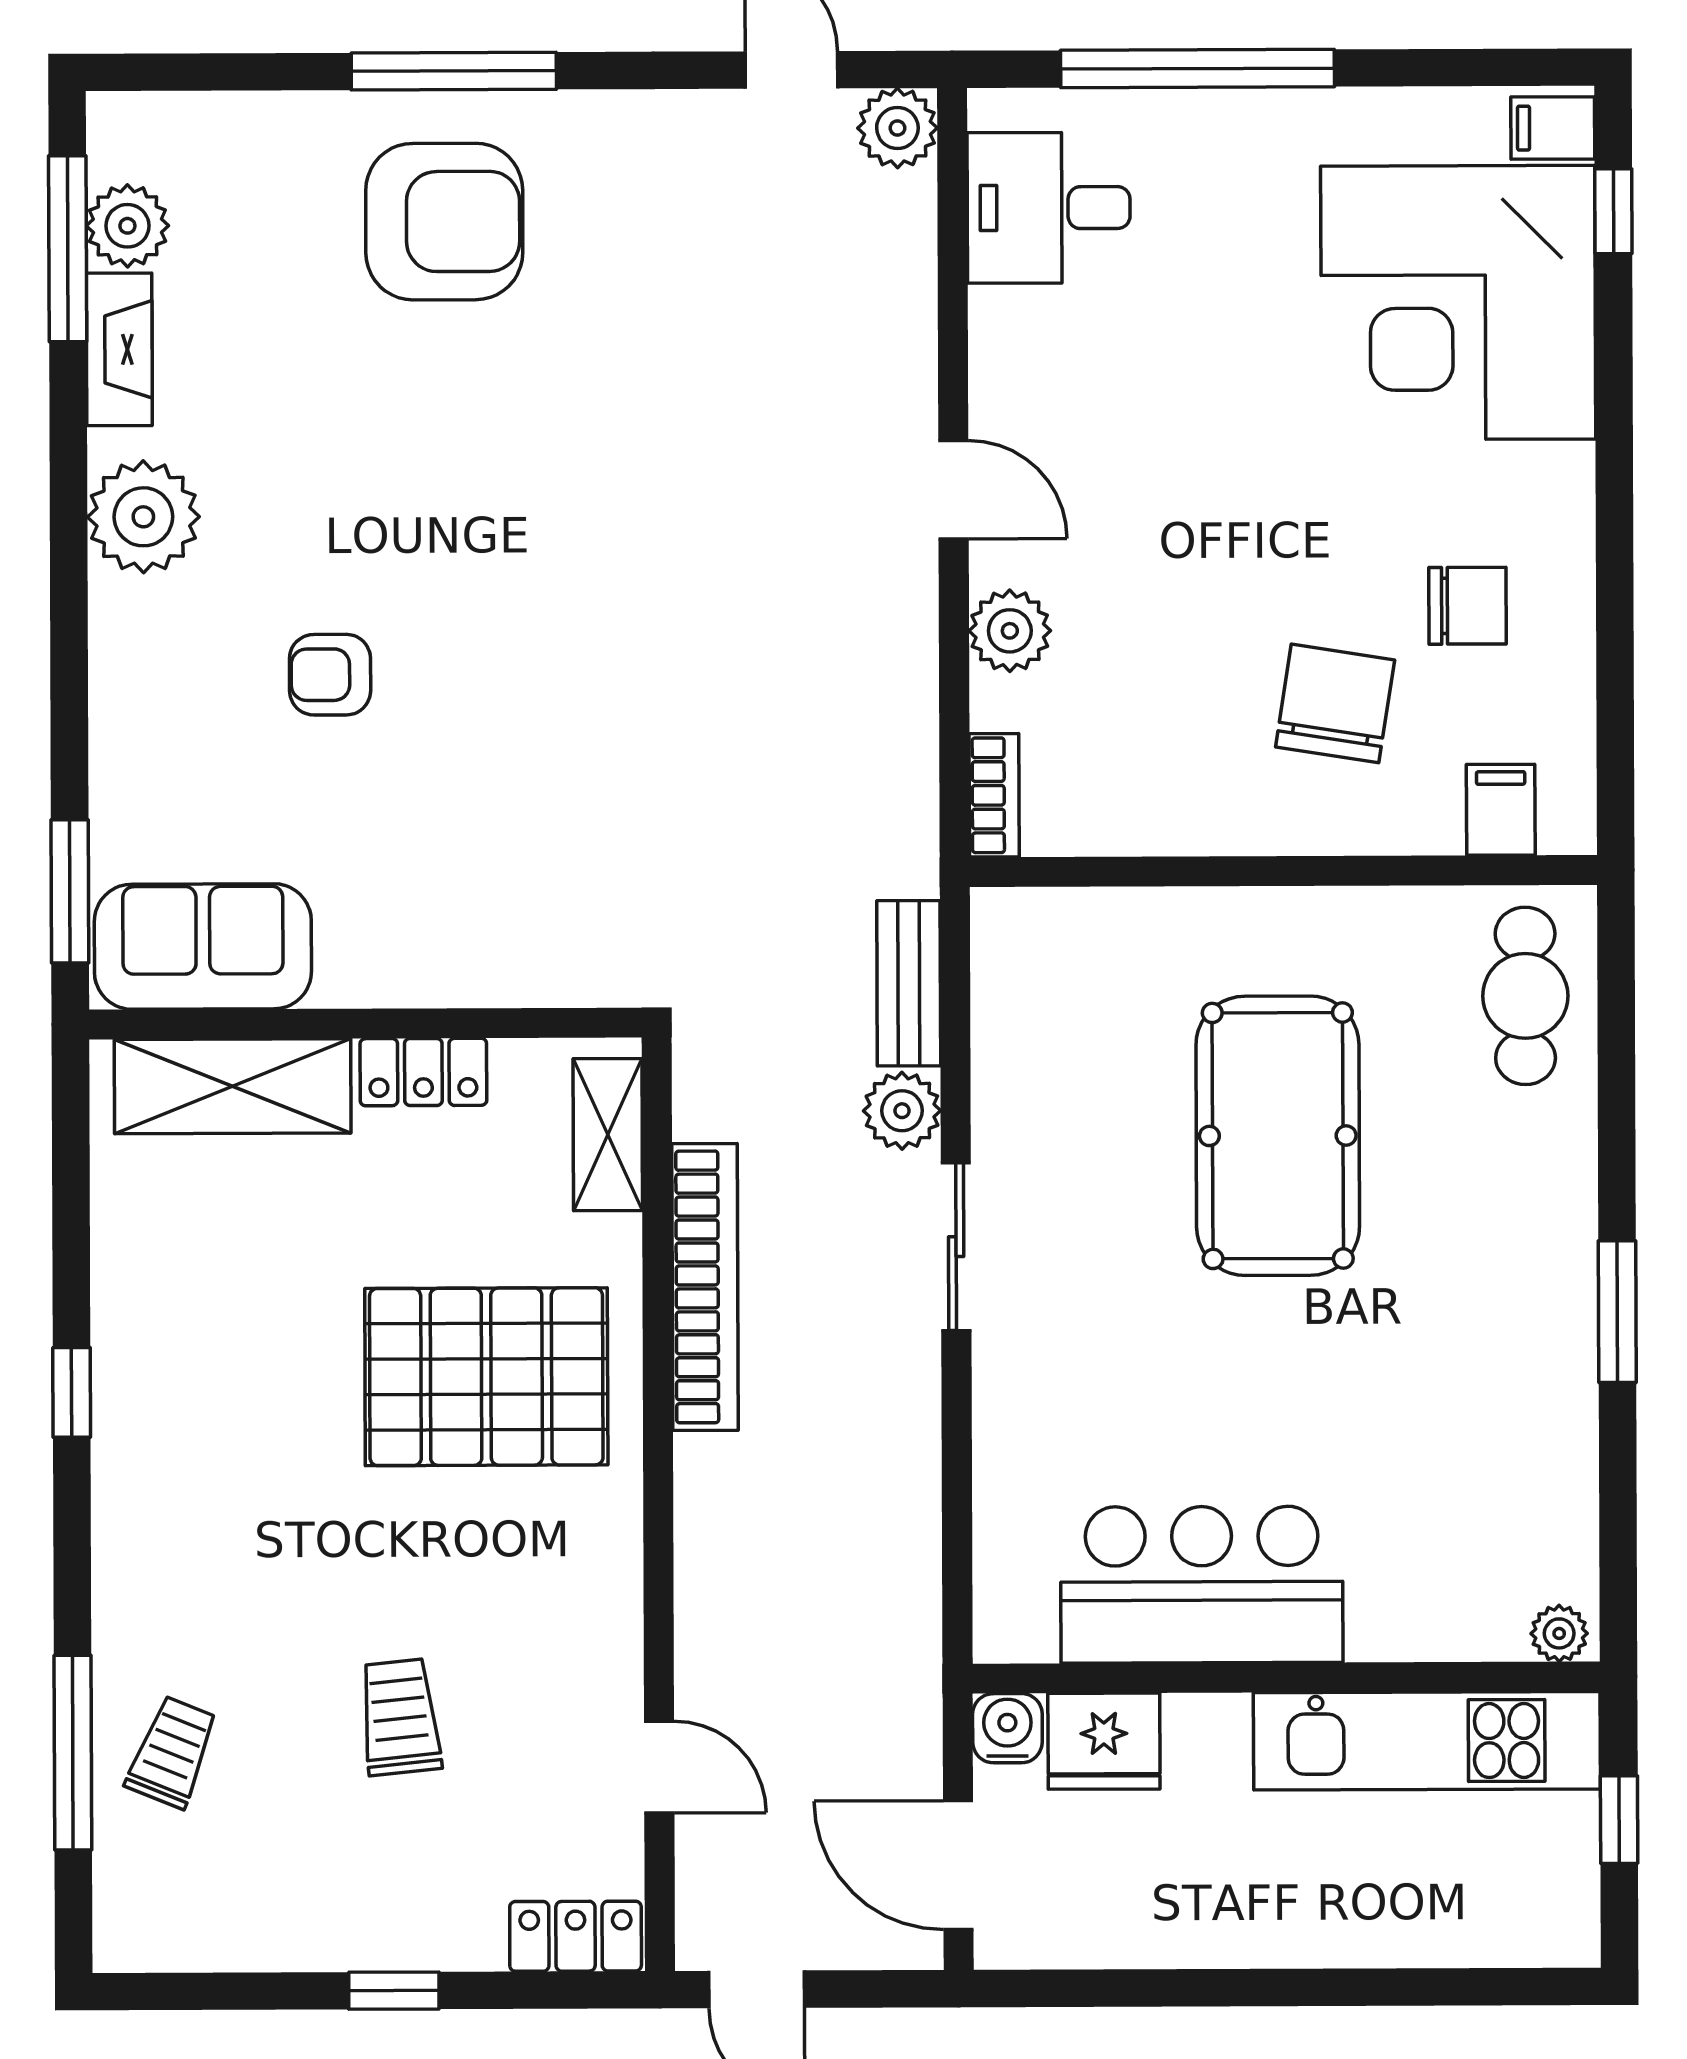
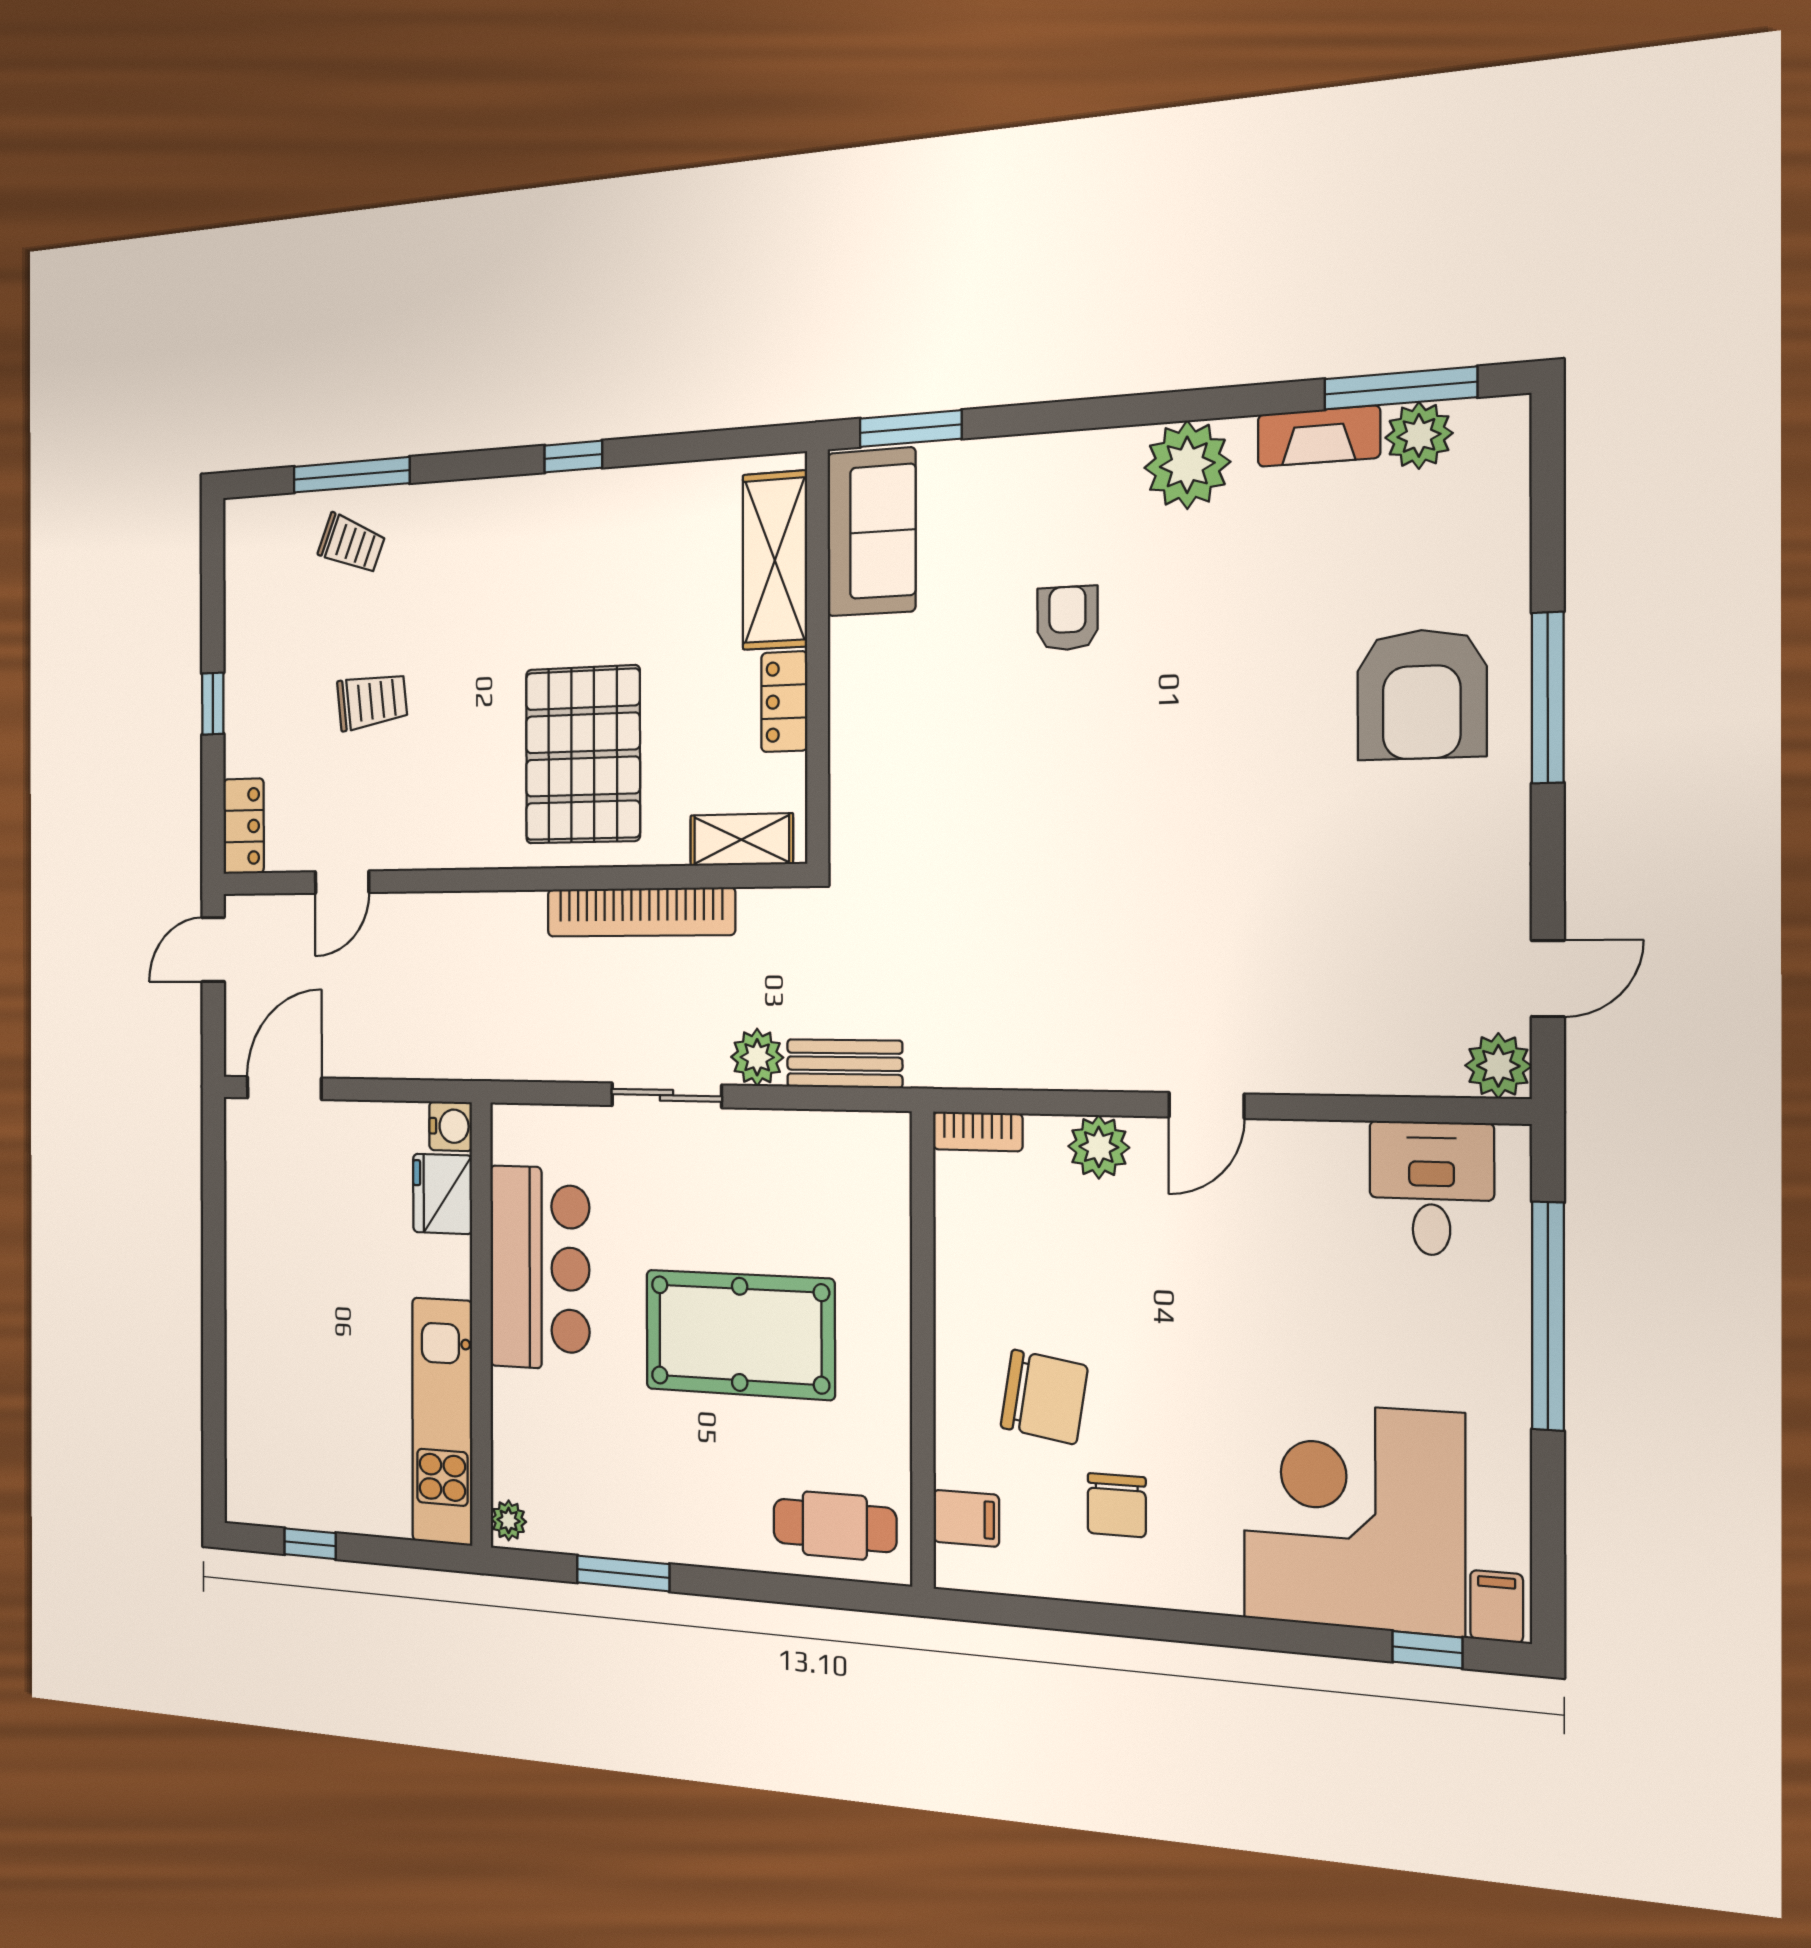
bar counter: (1202, 1585) -> (540, 1268), moved
plant: (1559, 1633) -> (509, 1520), moved
wall: (1286, 1678) -> (481, 1325), moved
water cooler: (1007, 1728) -> (451, 1126), moved
fridge: (1104, 1741) -> (443, 1194), moved
kitchen unit: (1427, 1741) -> (442, 1421), moved

